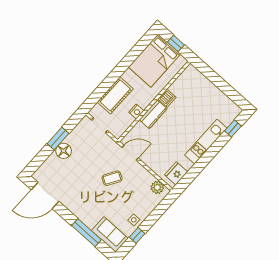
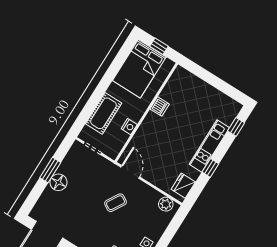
kitchen counter: (153, 114) -> (148, 126), removed
door: (130, 153) -> (130, 172), hinge flipped
window: (203, 162) -> (210, 168), added

